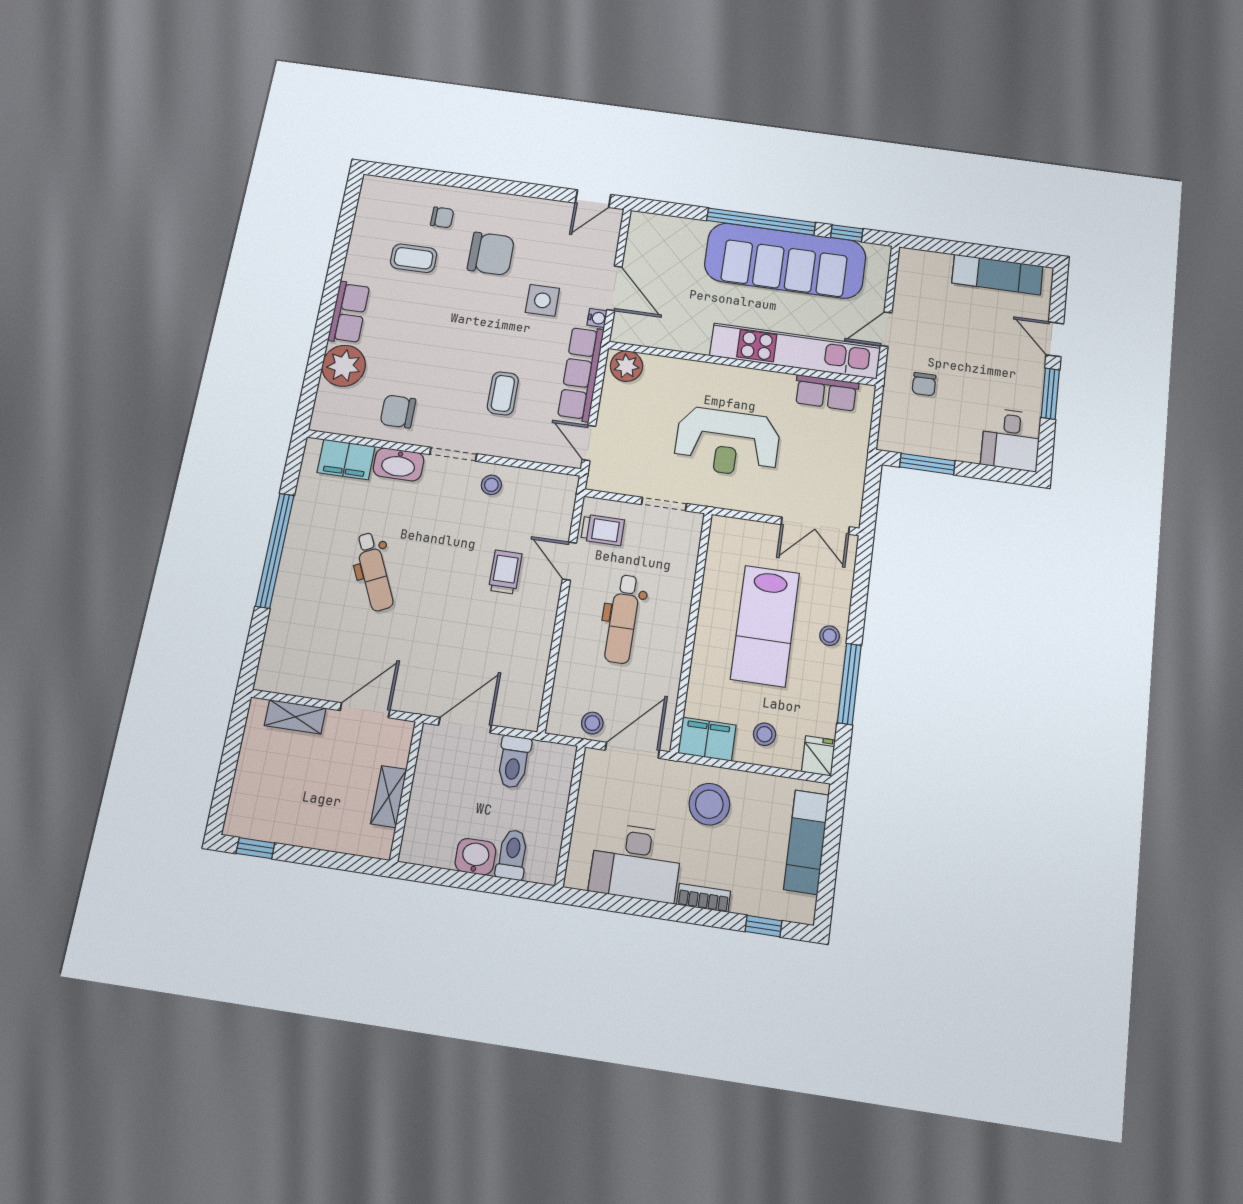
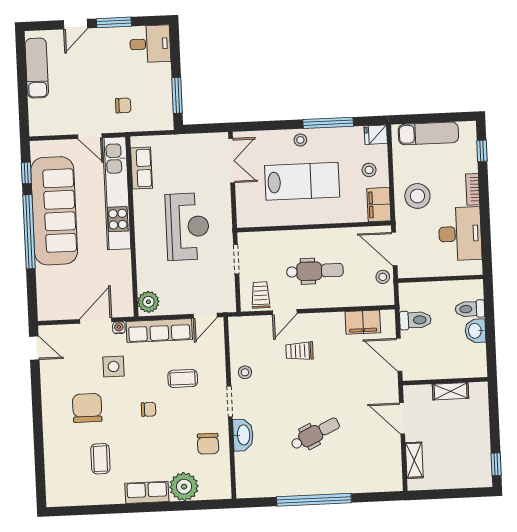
chair: (442, 217) -> (149, 409), moved, turned 90
filing cabinet: (346, 459) -> (363, 322), moved, turned 90

